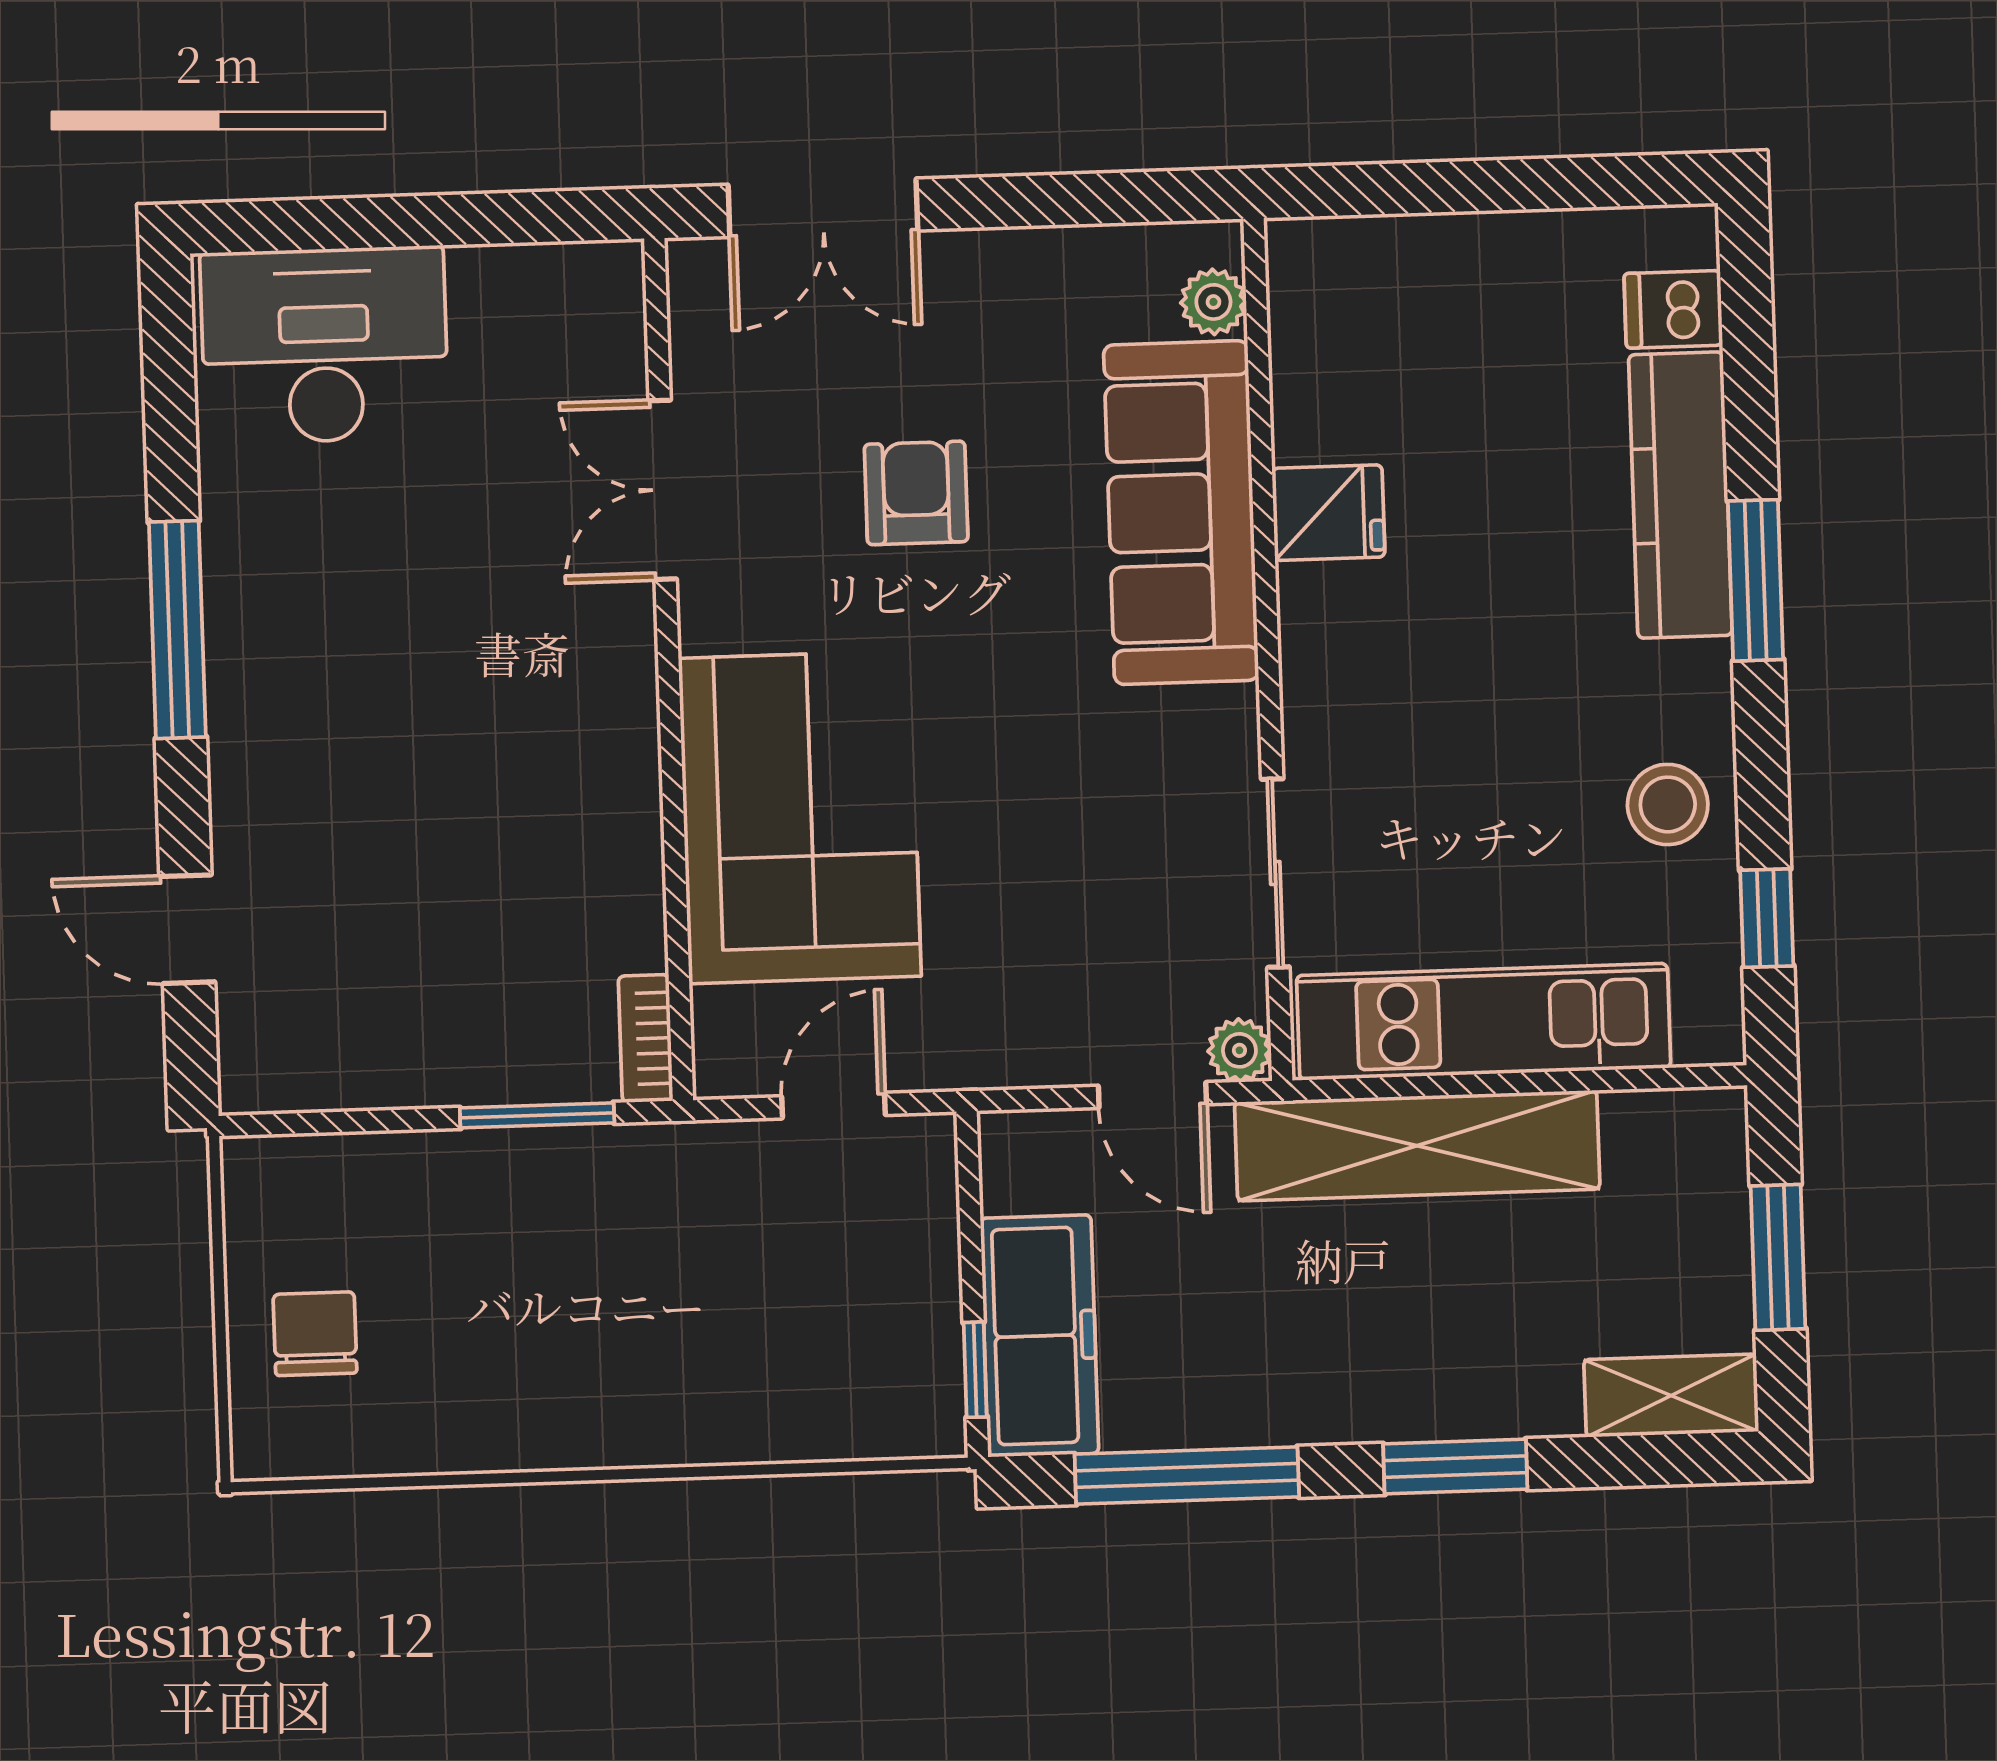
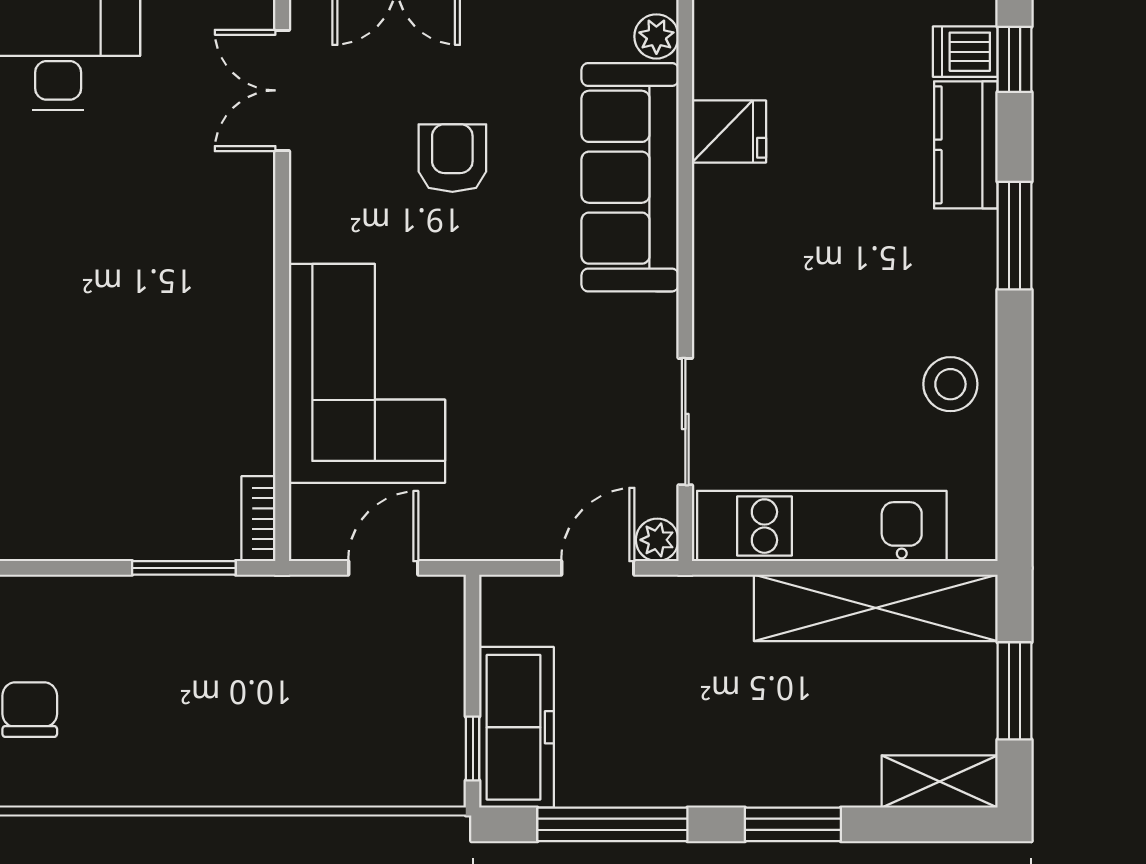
double door: (663, 490) -> (282, 90), moved
kitchen counter: (1680, 495) -> (966, 145), width x0.67
fridge: (1328, 513) -> (729, 132), moved
window: (1767, 918) -> (1014, 59), moved
door: (1152, 1095) -> (598, 568), swing flipped
shelving: (1417, 1146) -> (876, 608), moved

